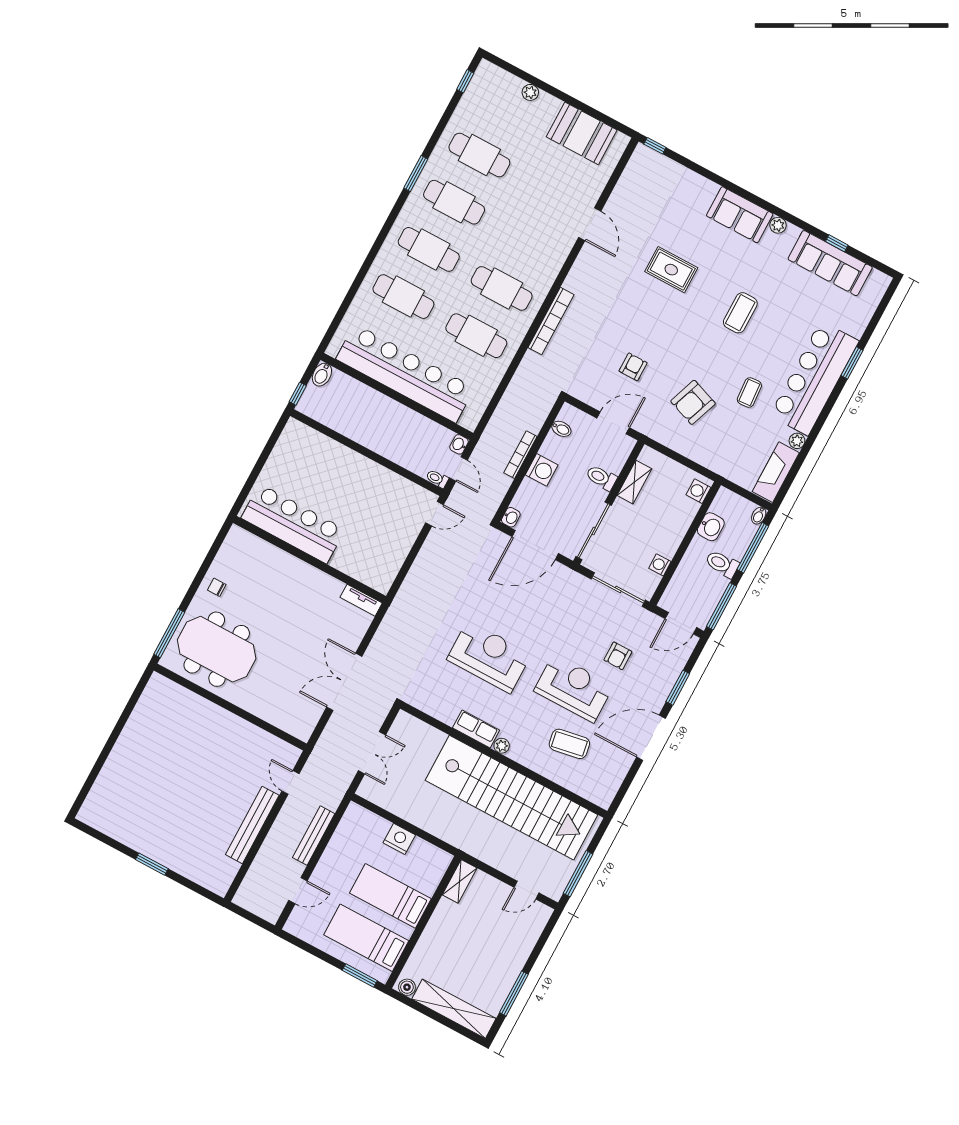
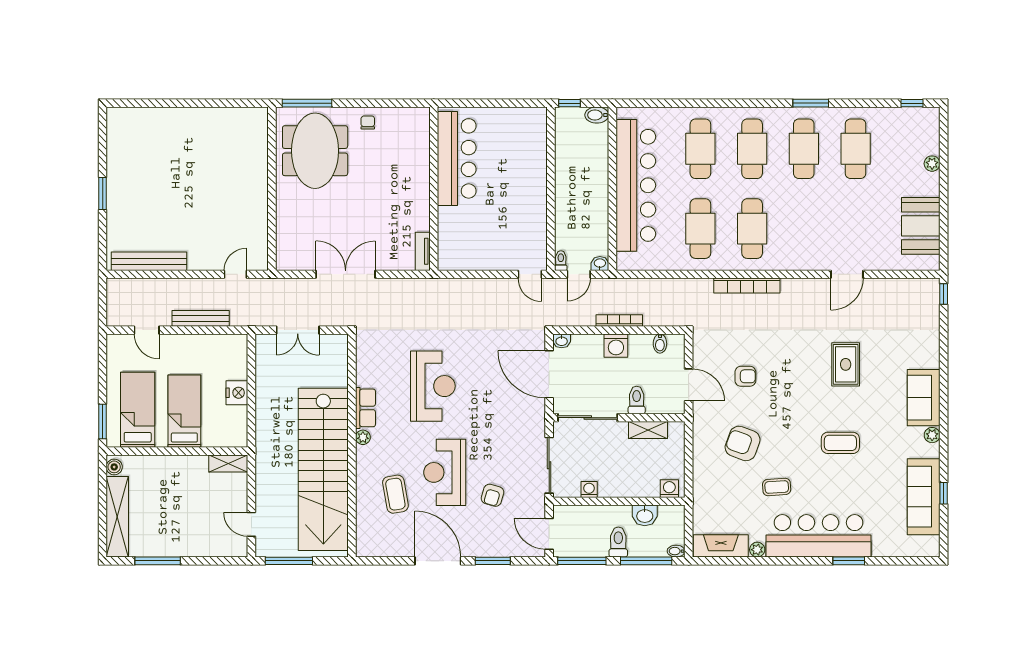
armchair: (618, 656) -> (493, 495), turned -74
reception desk: (574, 688) -> (445, 472), turned 180
bench: (252, 825) -> (149, 261), moved

